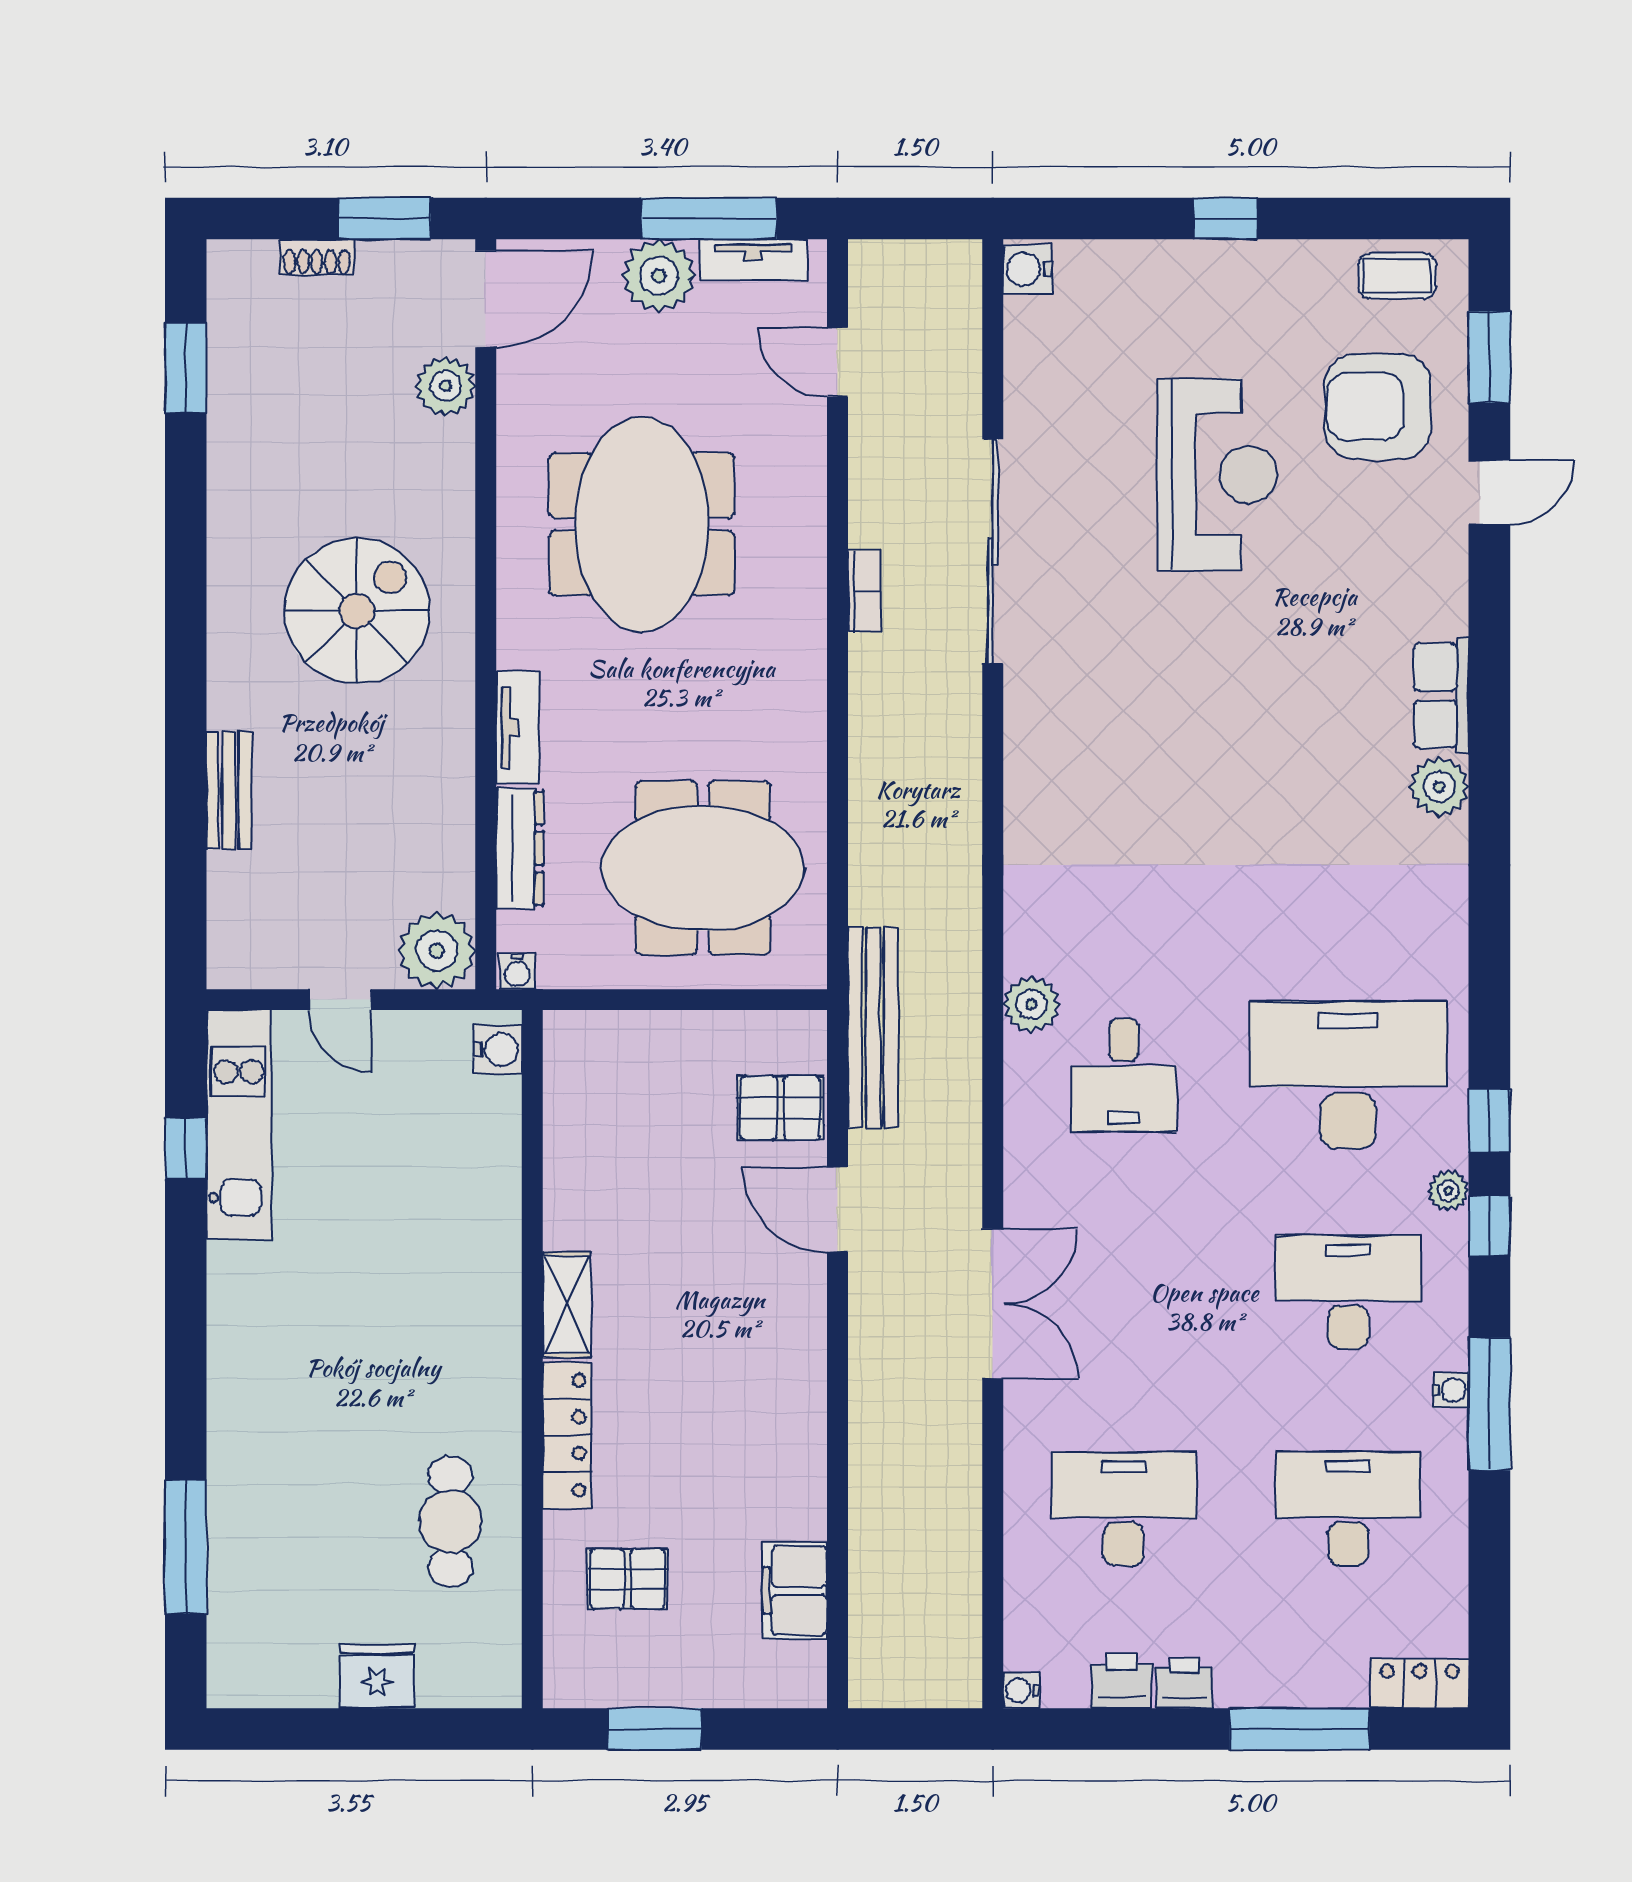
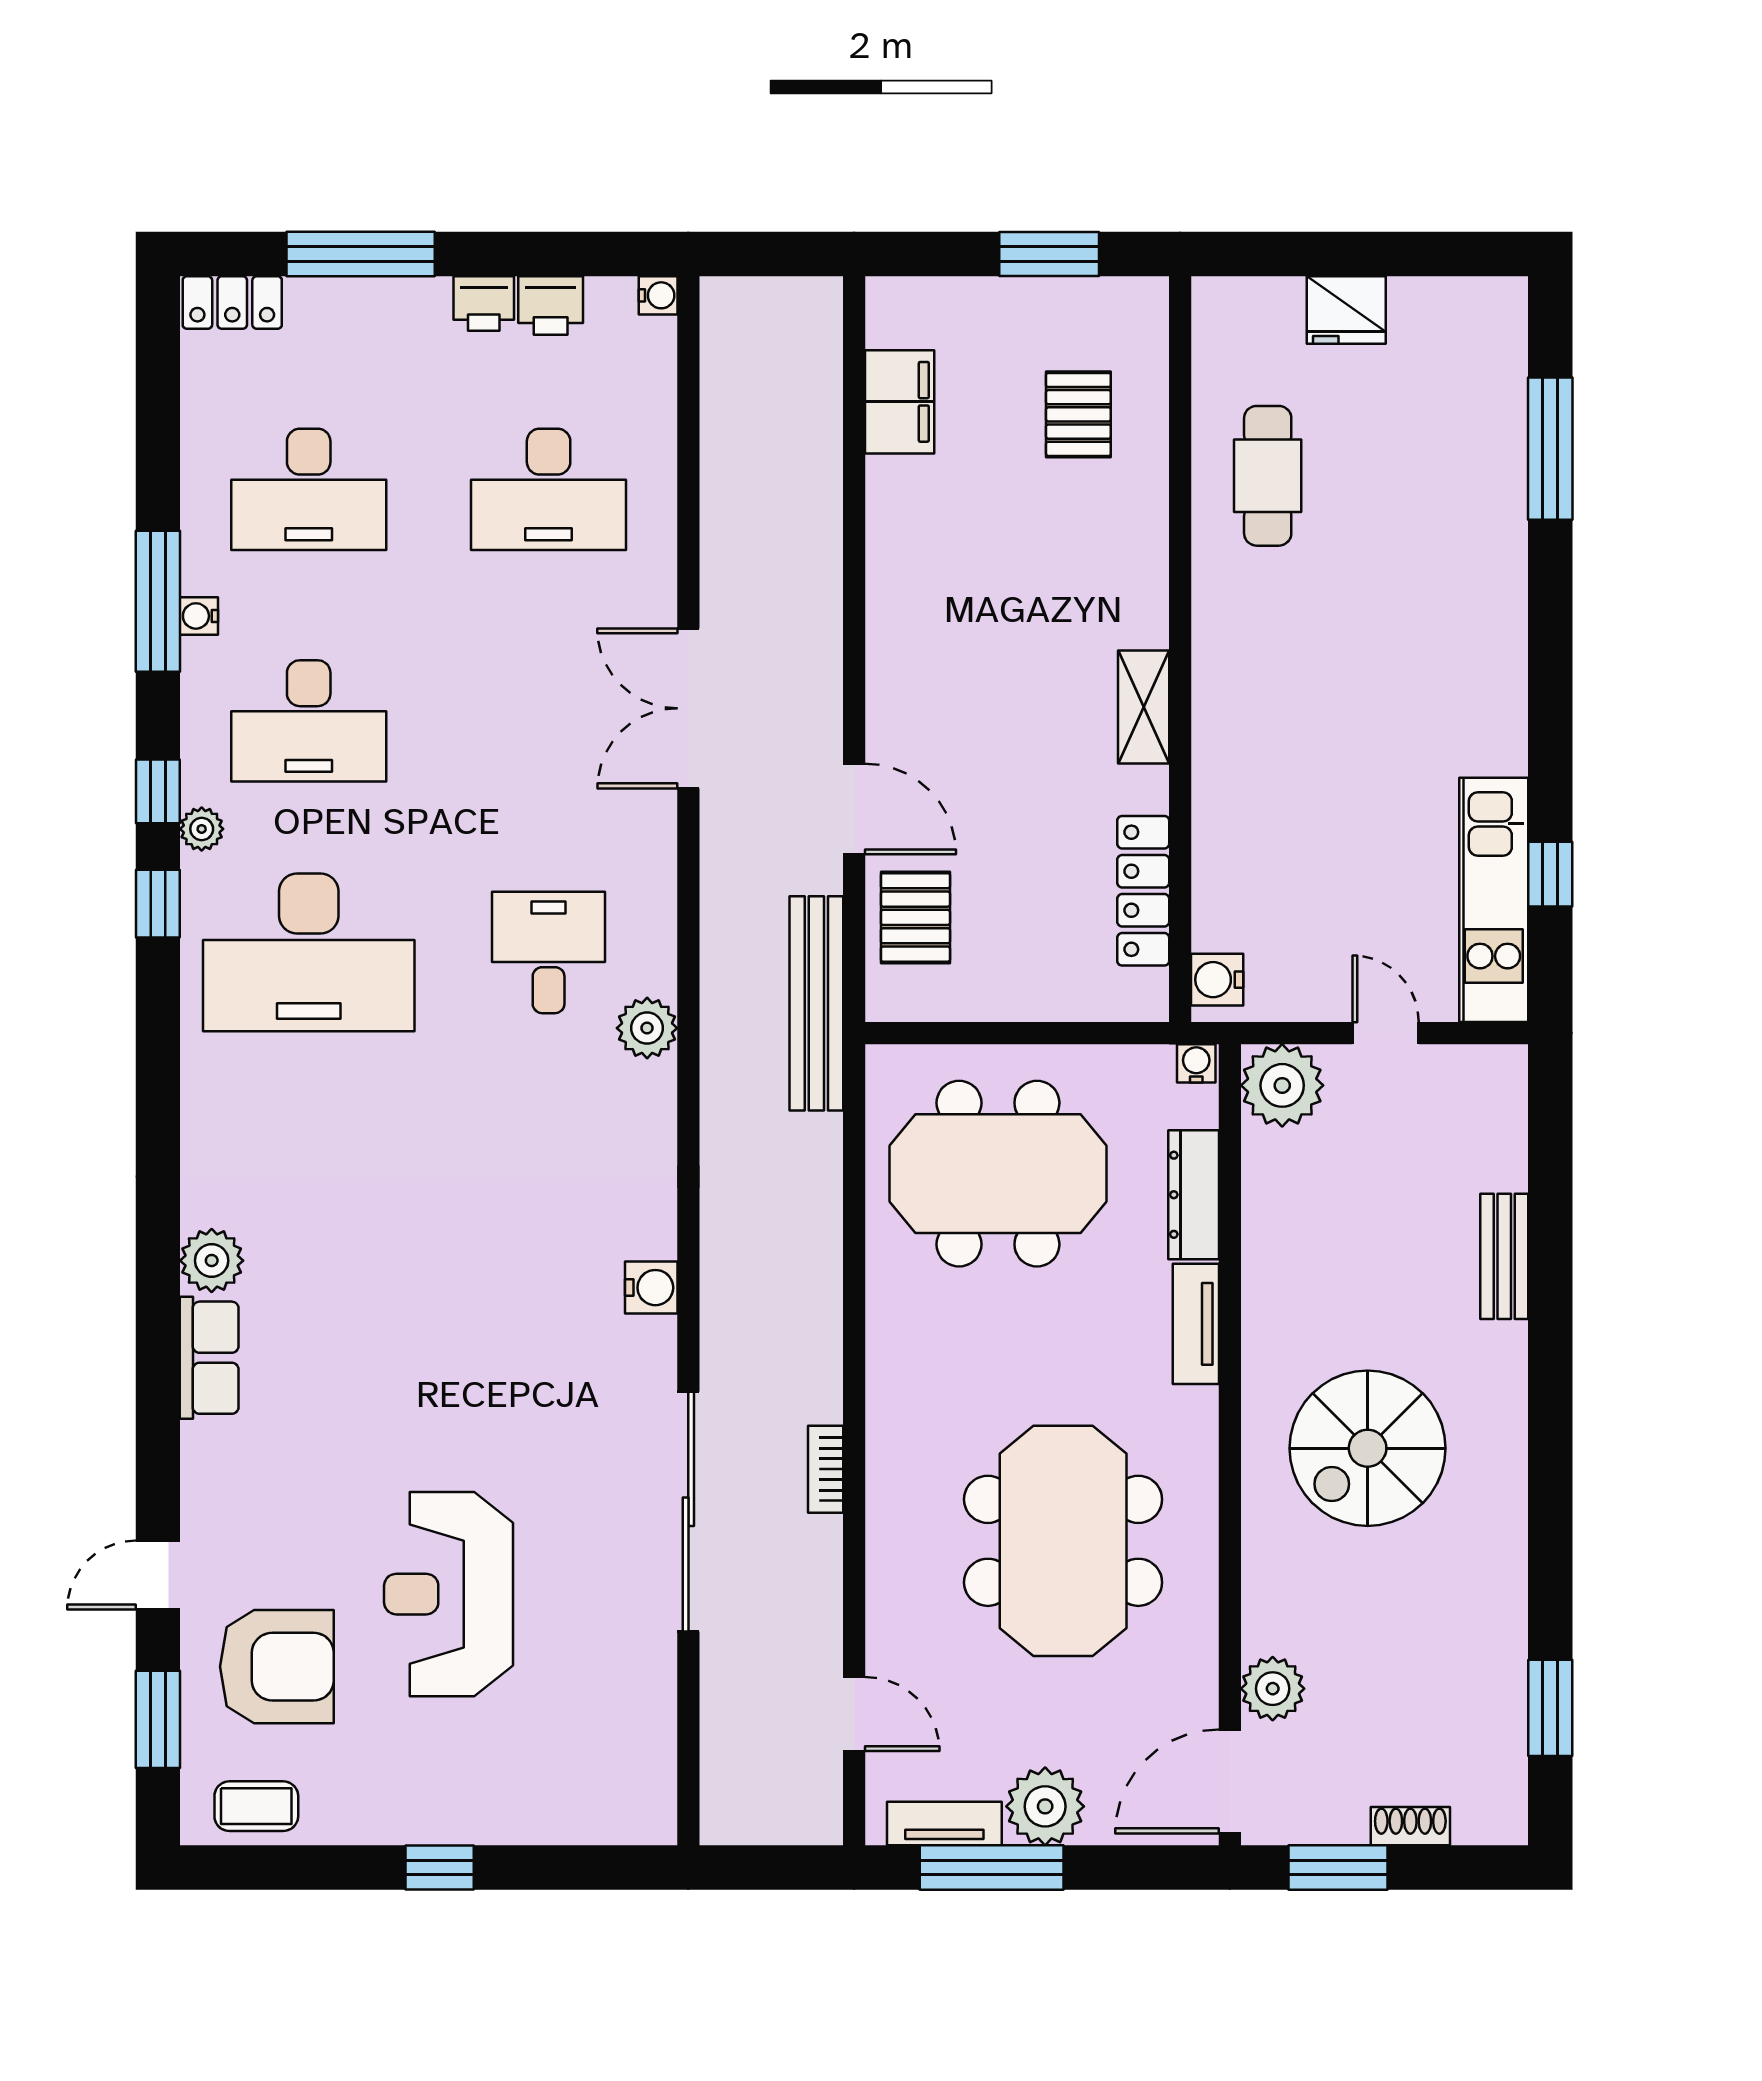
water cooler: (1028, 269) -> (651, 1288), moved
pallet: (780, 1108) -> (915, 917), turned 90
locker: (567, 1435) -> (1143, 891), moved
pallet: (628, 1579) -> (1078, 414), turned 90

